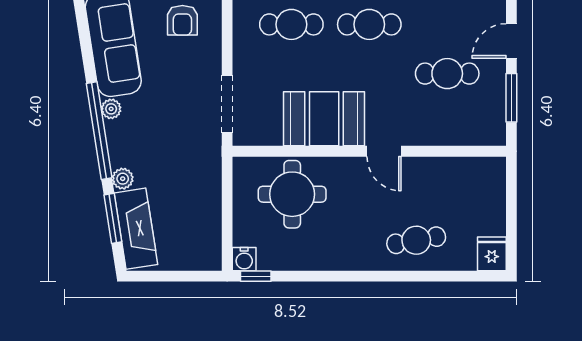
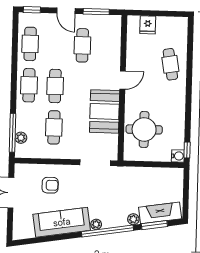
fridge: (492, 254) -> (148, 25), moved, turned -90

